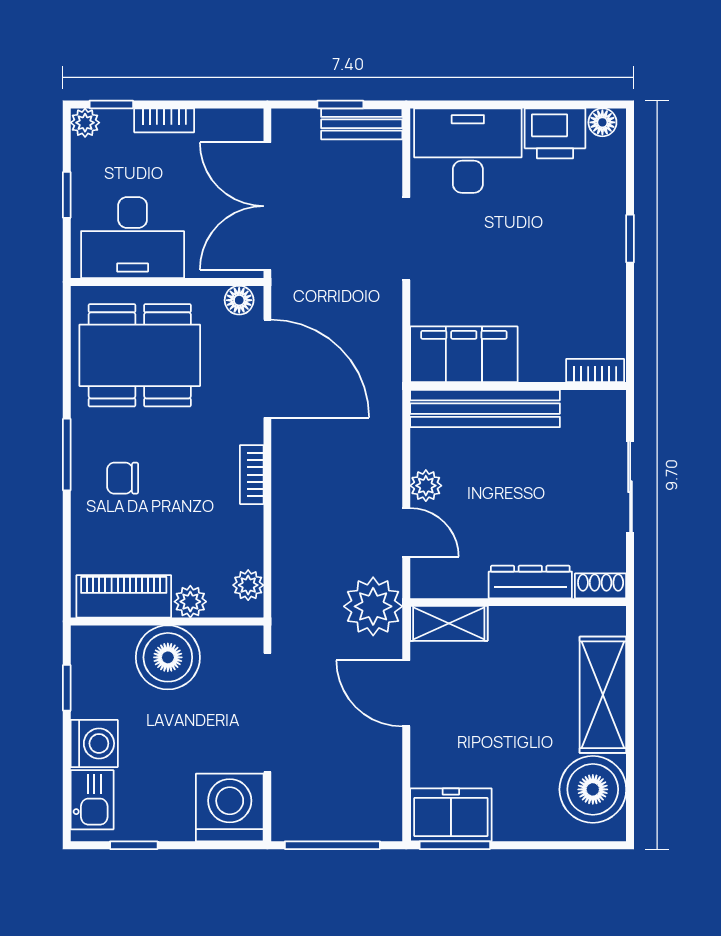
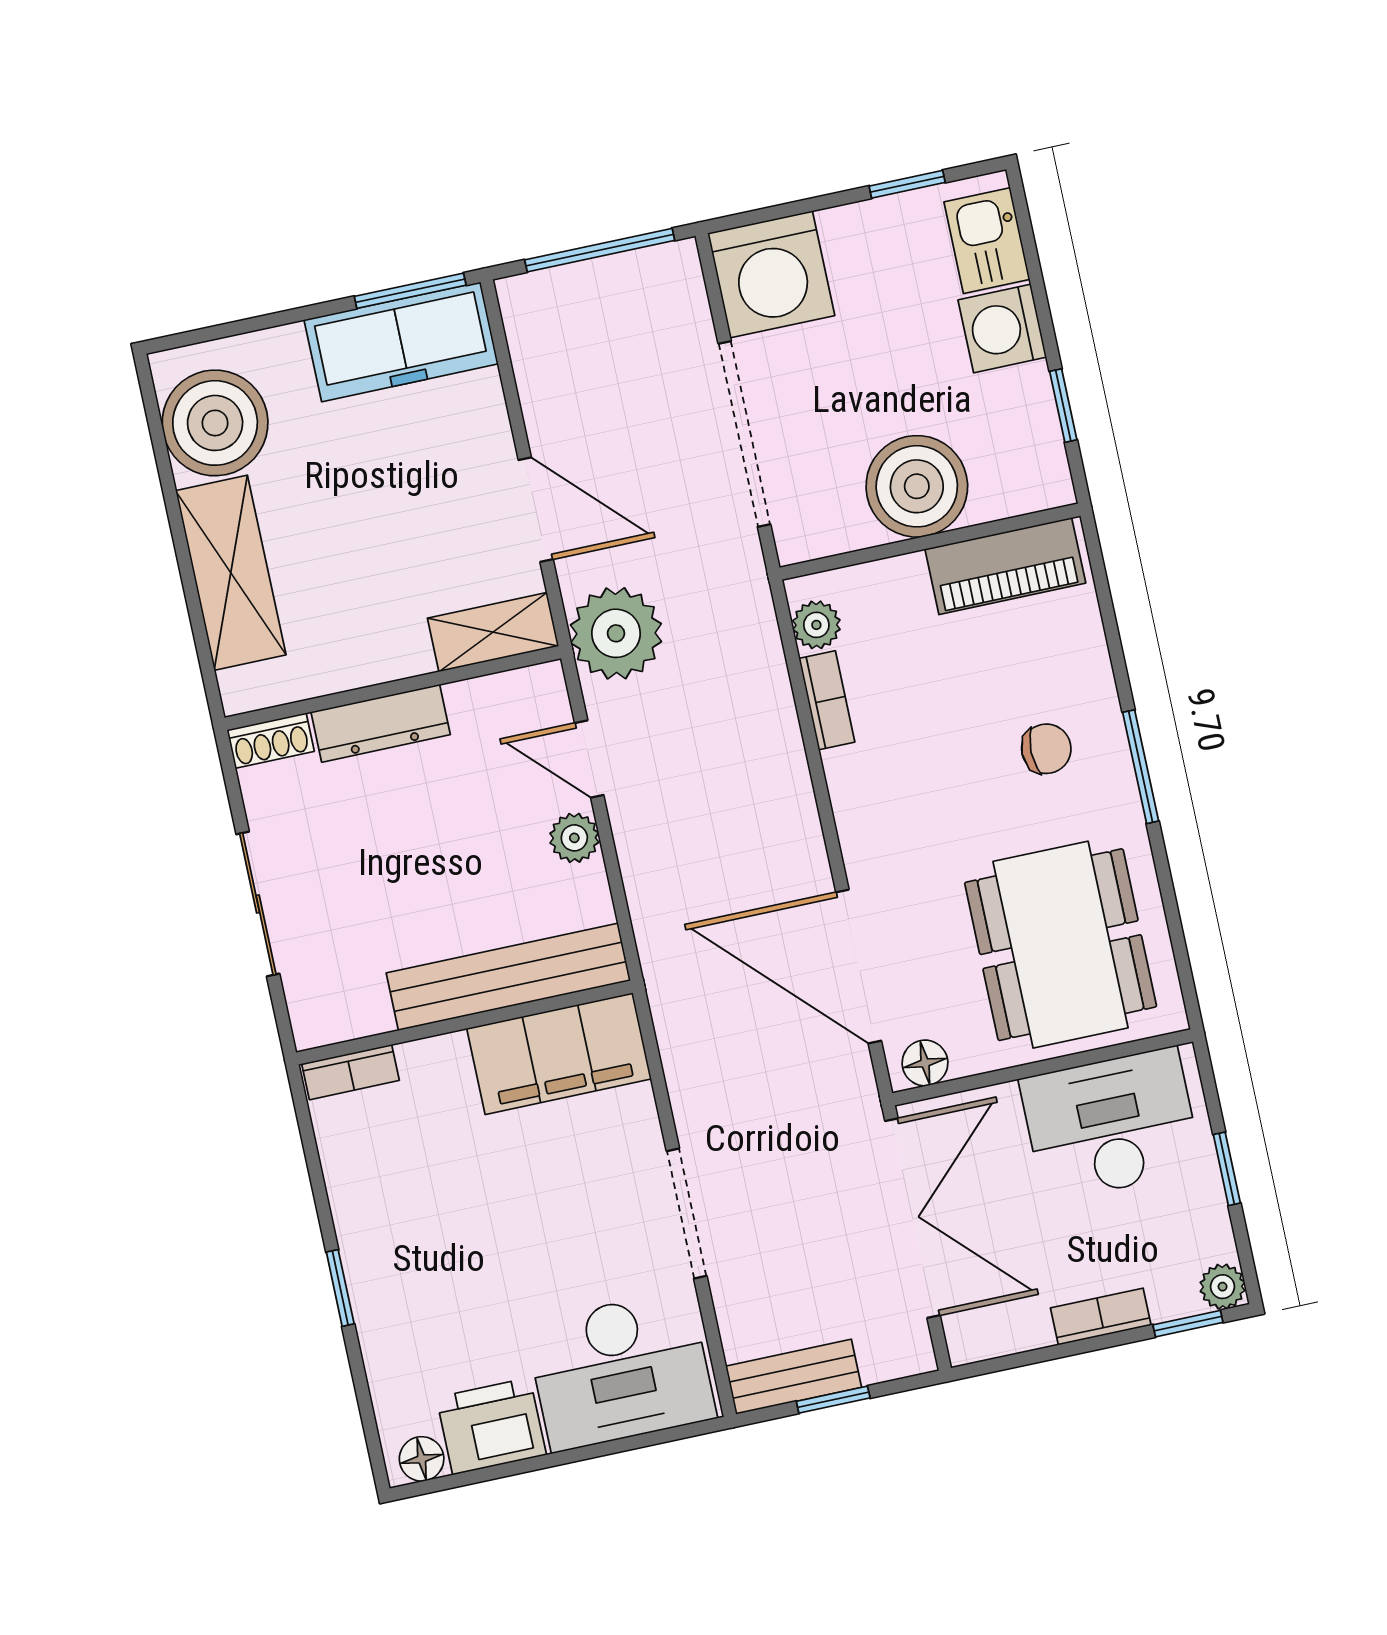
dining table: (140, 355) -> (1061, 945), turned 90
bookcase: (252, 475) -> (827, 700), moved
plant: (190, 602) -> (901, 580), removed
freezer: (451, 815) -> (401, 342), width x1.40

